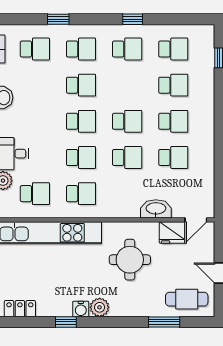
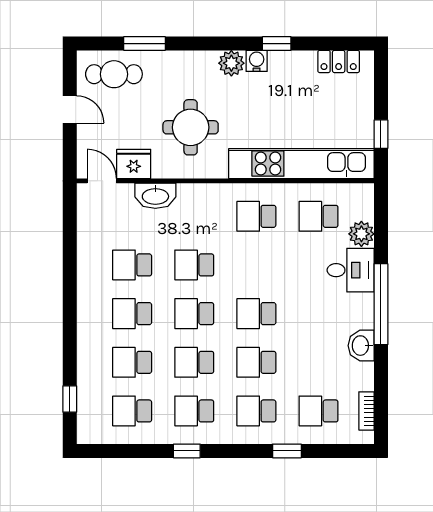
school desk: (81, 157) -> (194, 362), moved
door: (196, 220) -> (102, 181), hinge flipped

